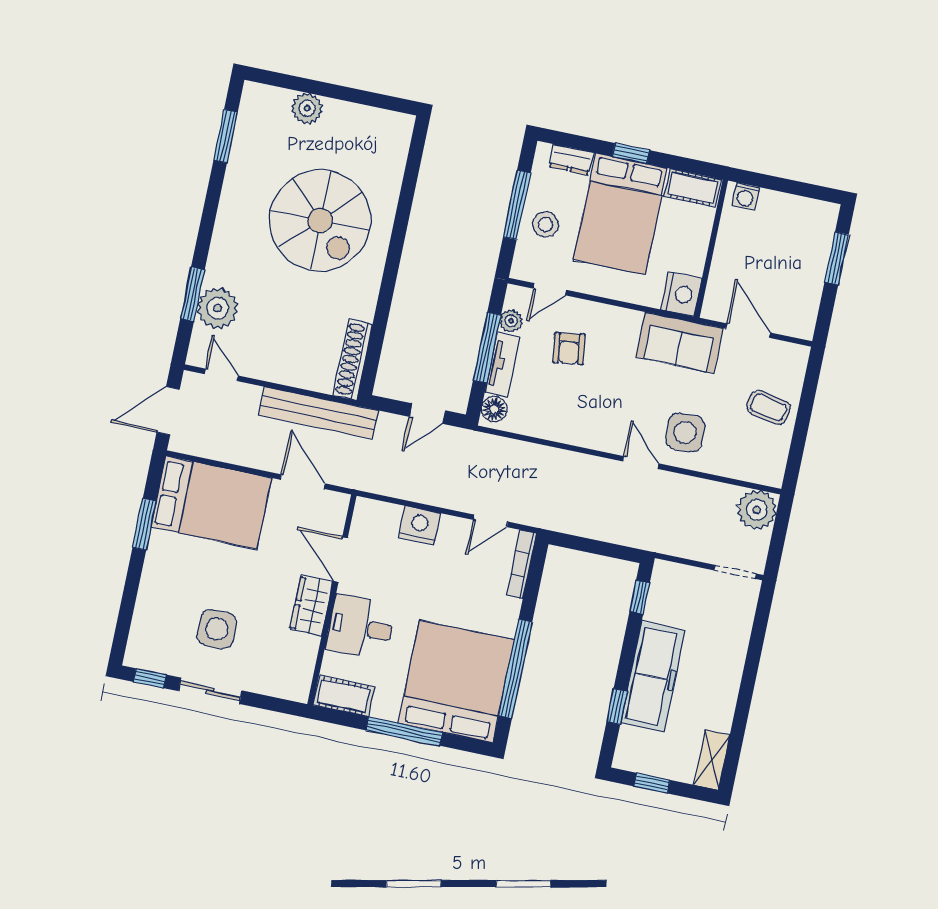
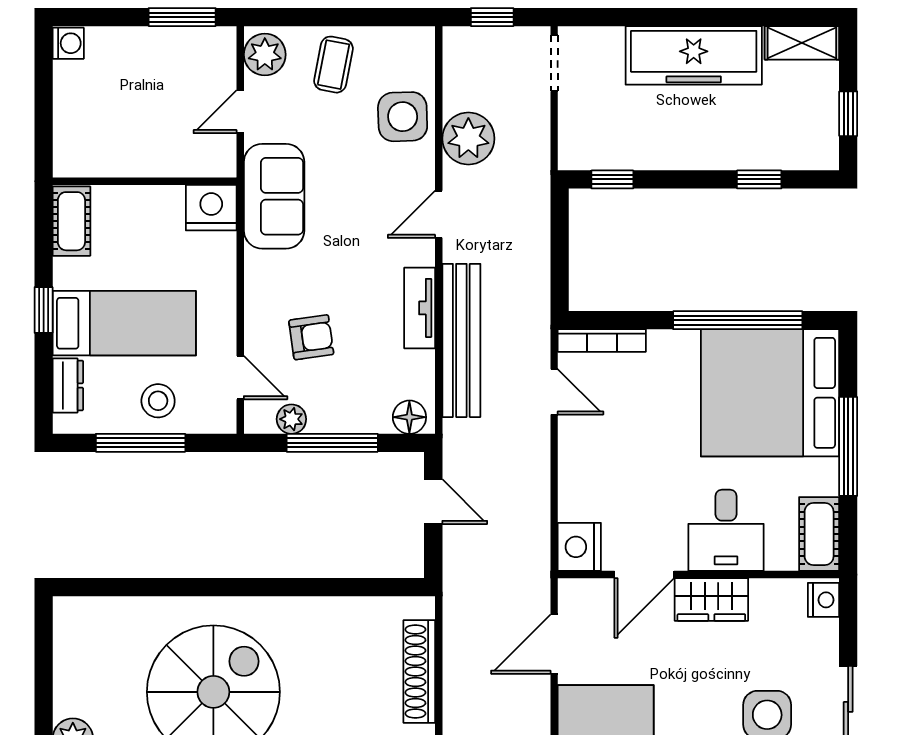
washing machine: (746, 196) -> (68, 43), moved
bed: (620, 214) -> (124, 323), width x0.67
window: (837, 258) -> (182, 17), moved
door: (748, 331) -> (240, 112), width x0.73
plant: (787, 358) -> (265, 55), added
shoe rack: (353, 360) -> (419, 671), moved, turned 90
tv unit: (503, 364) -> (420, 308), moved, turned -90
bench: (318, 413) -> (461, 340), moved
side table: (685, 433) -> (403, 117), moved
plant: (757, 510) -> (468, 139), moved
nightstand: (419, 526) -> (579, 547), moved
window: (779, 533) -> (492, 17), added
freezer: (653, 677) -> (694, 55), moved, turned 180
nightstand: (294, 689) -> (823, 600), added

